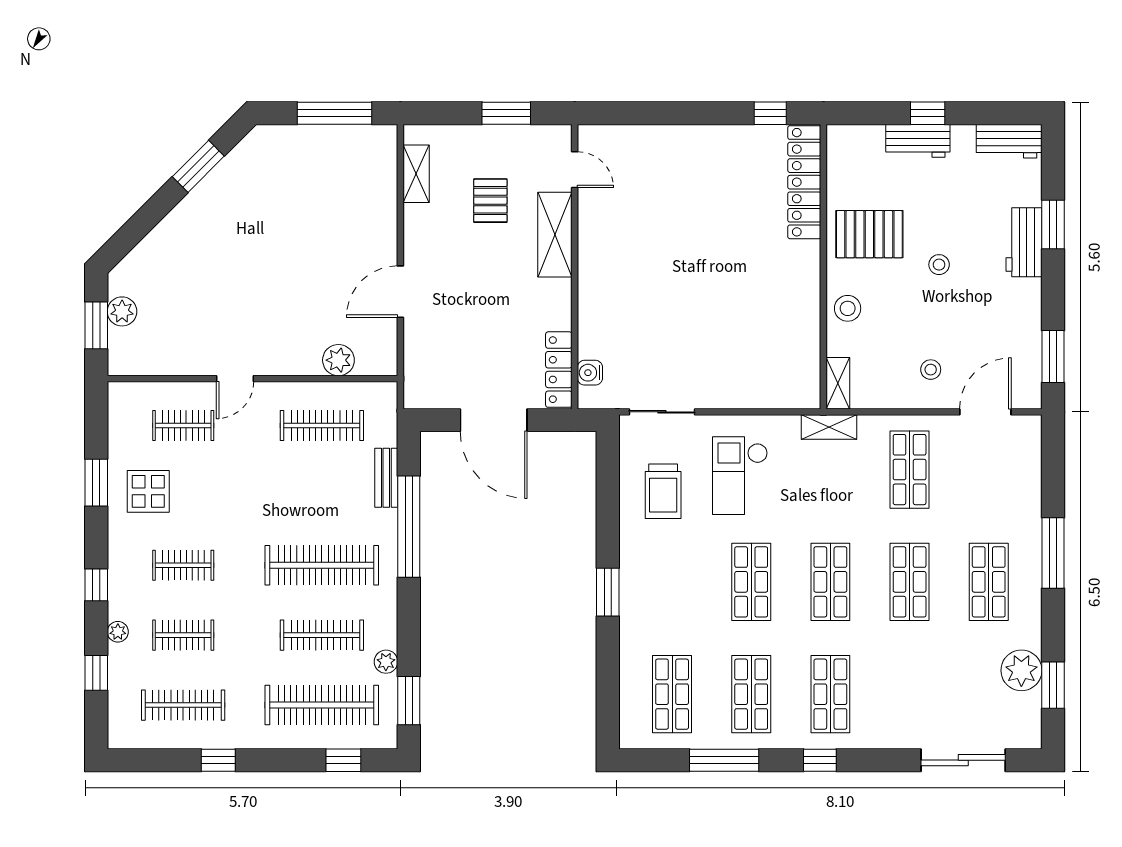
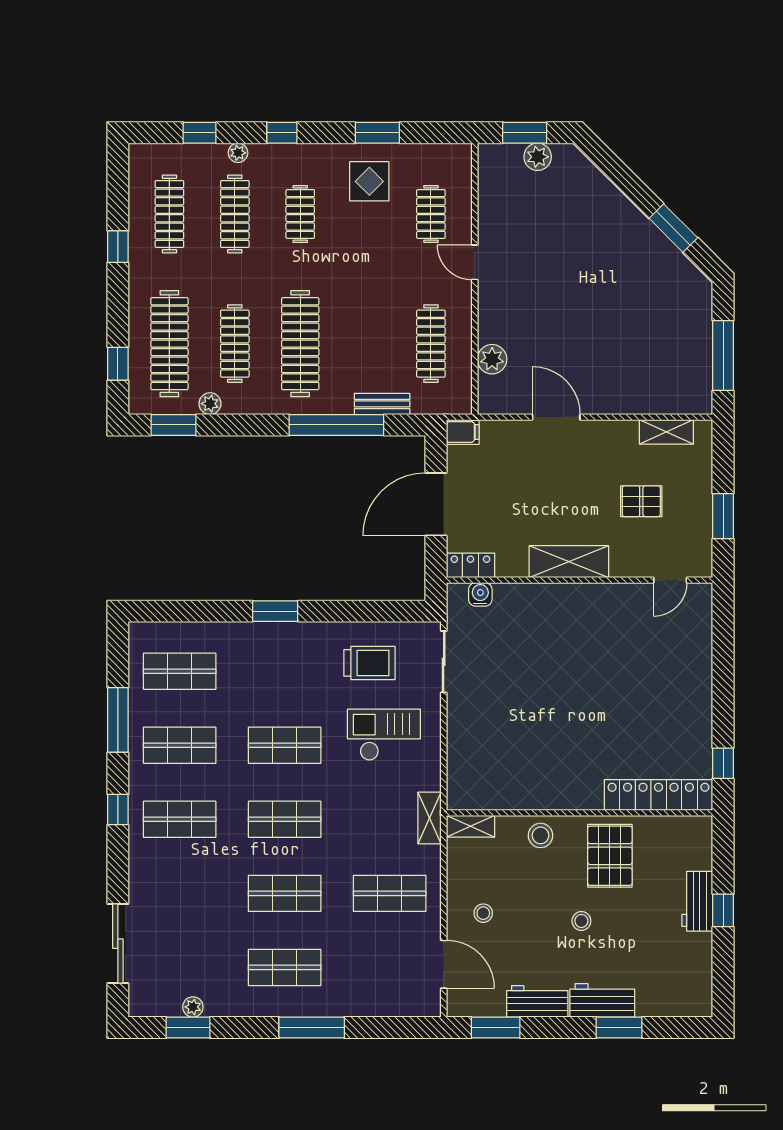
workbench: (1009, 141) -> (537, 1001), moved, turned 90
shelving: (555, 235) -> (569, 562), moved
locker: (559, 370) -> (470, 565), width x0.66
filing cabinet: (416, 392) -> (463, 432), added
trolley: (663, 491) -> (369, 663), turned 180
clothes rail: (183, 635) -> (235, 214), width x1.36
plant: (1021, 670) -> (193, 1007), width x0.53, depth x0.53

